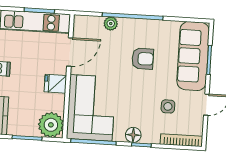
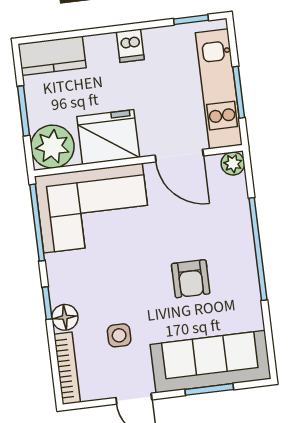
plant: (111, 24) -> (233, 164), moved
fridge: (55, 84) -> (108, 137), width x1.88, depth x1.34
floor lamp: (133, 135) -> (65, 317), moved

